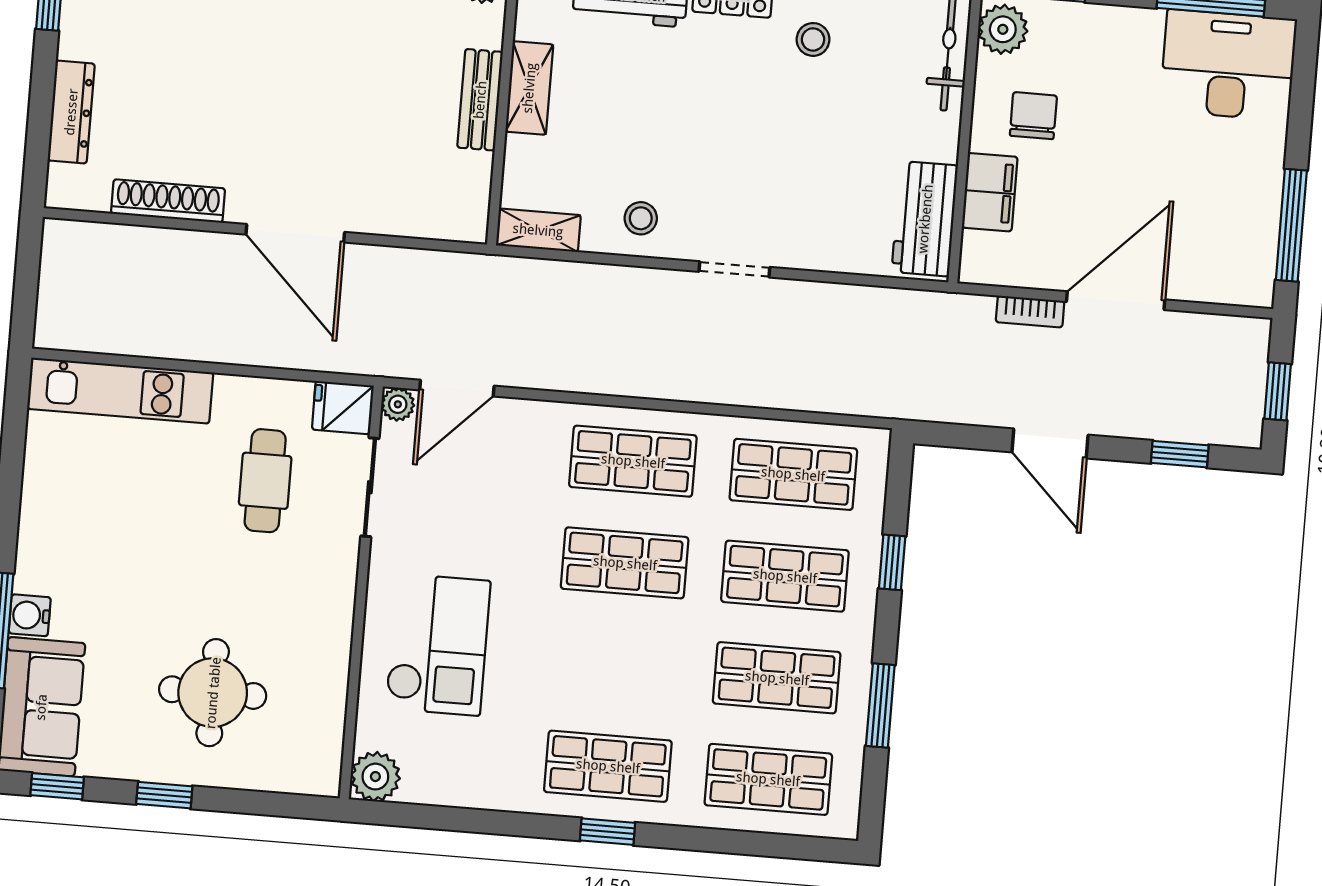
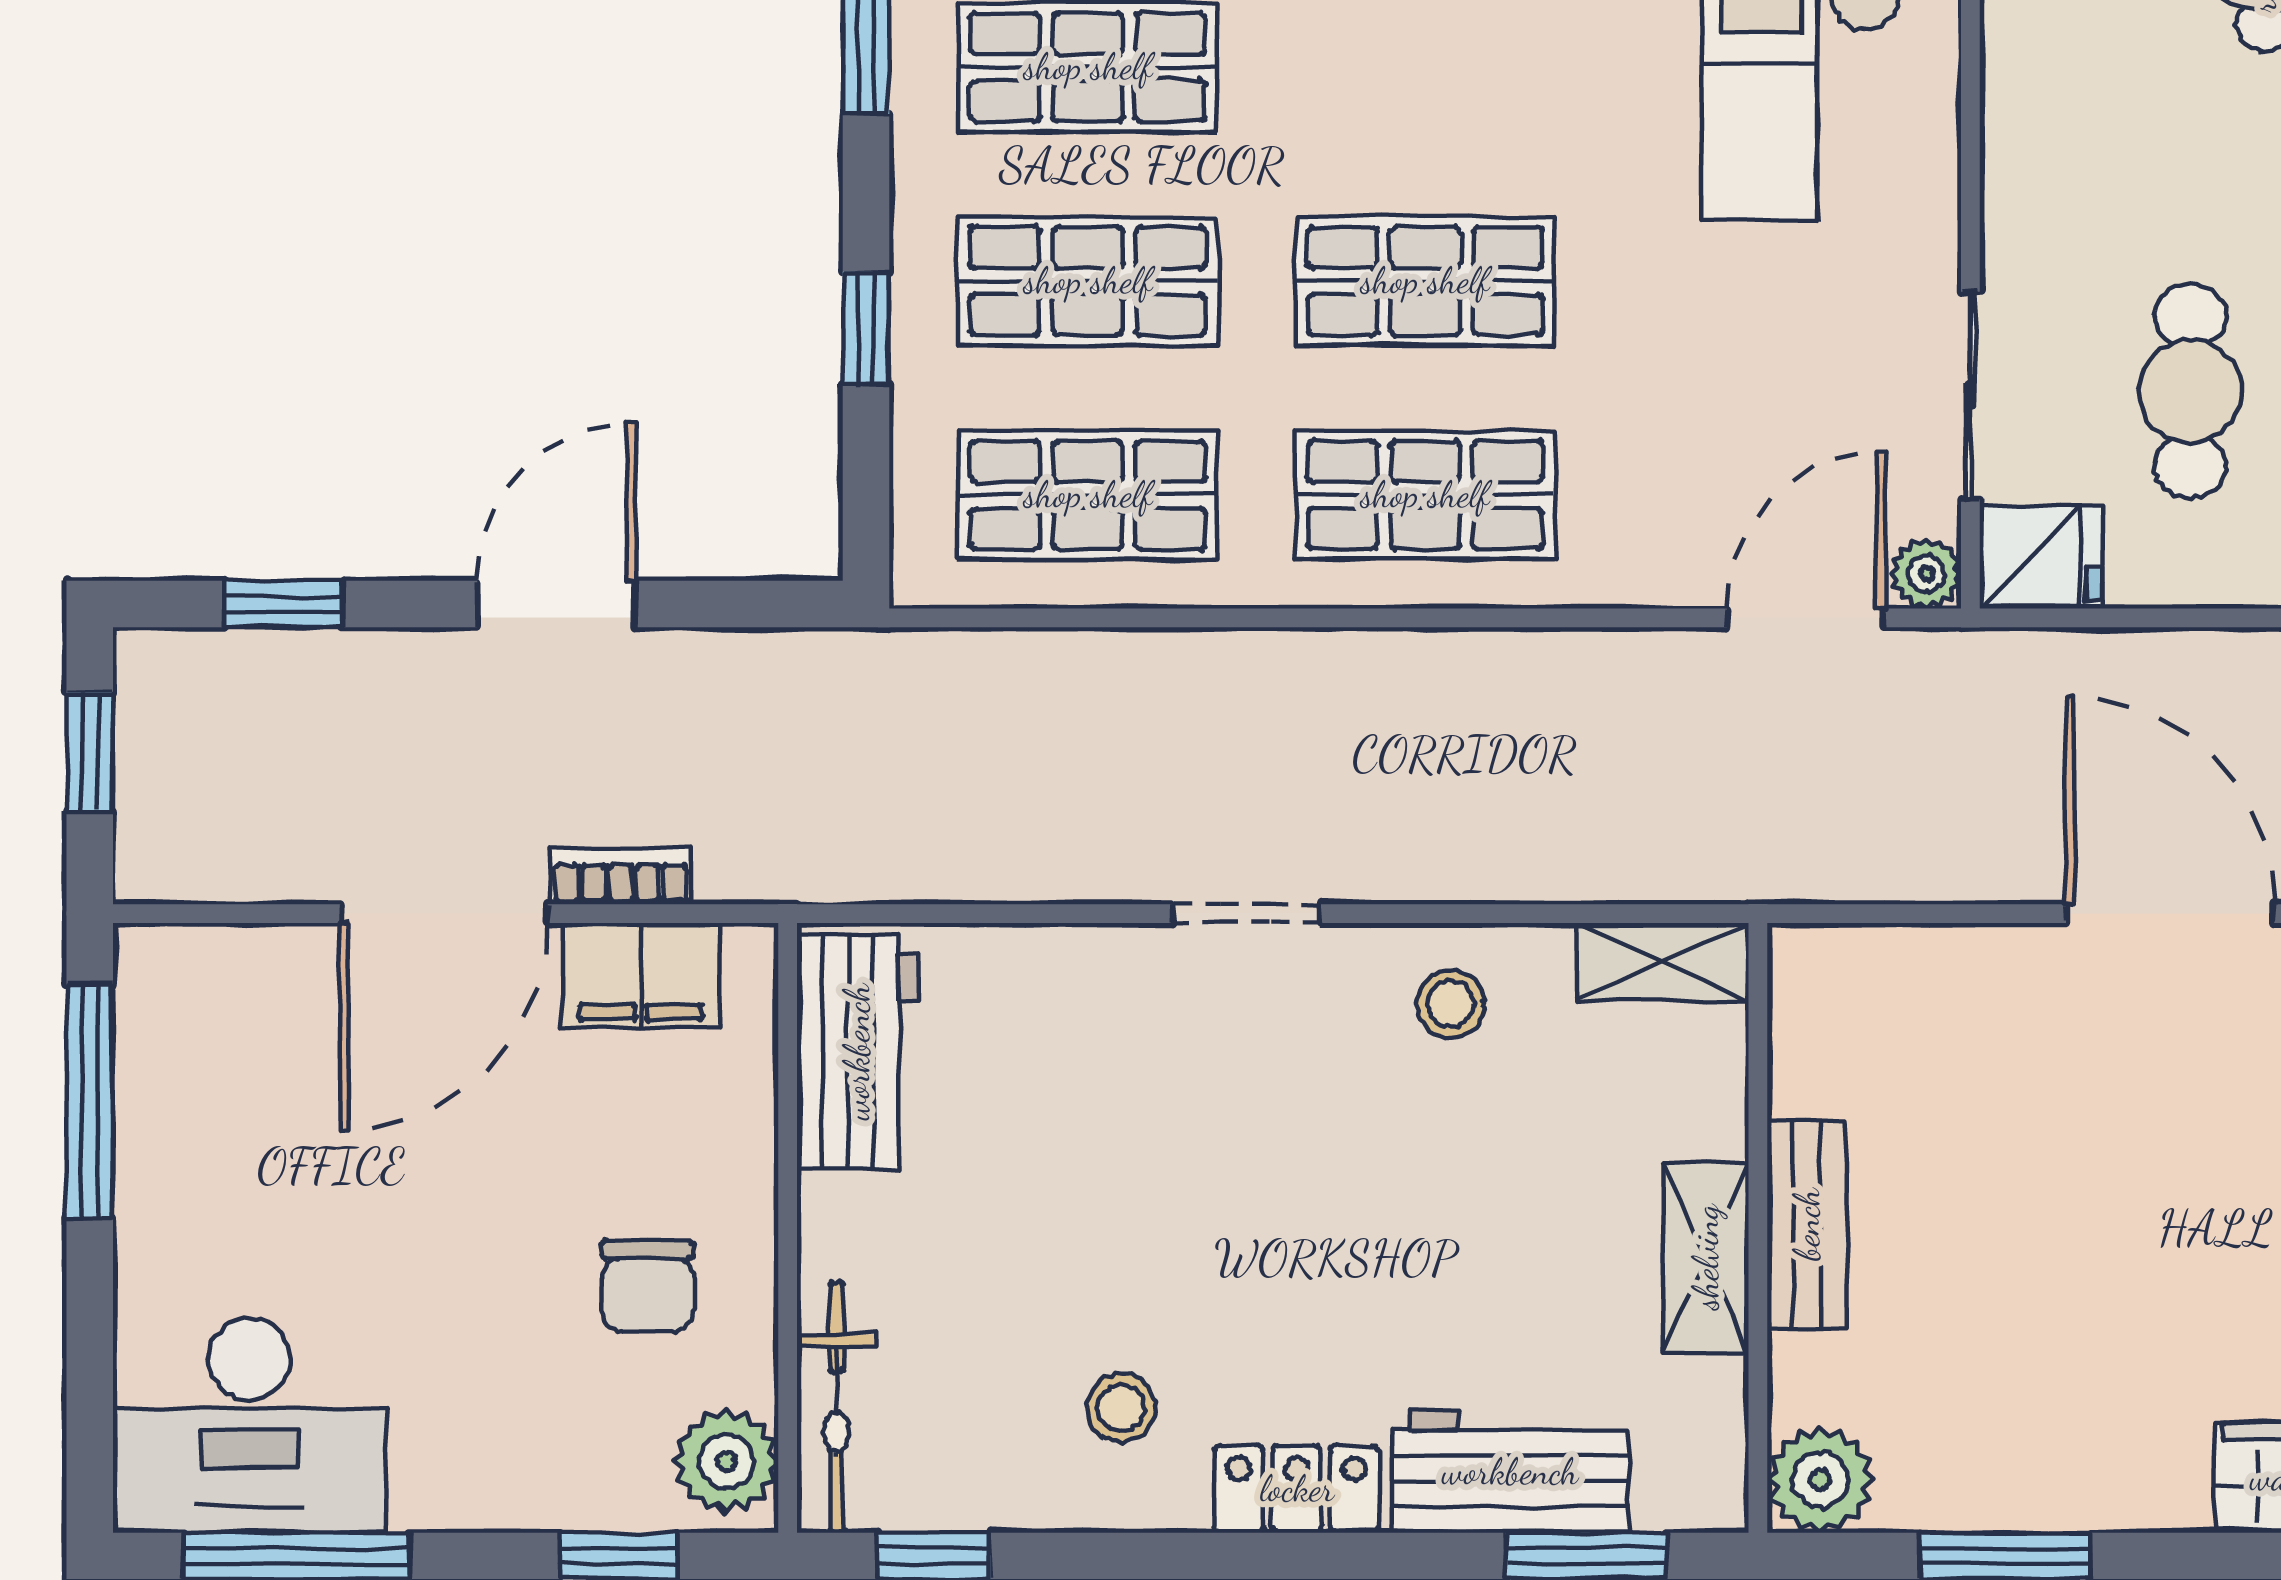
filing cabinet: (990, 192) -> (641, 975), moved, turned -90
door: (1050, 443) -> (557, 604), hinge flipped

